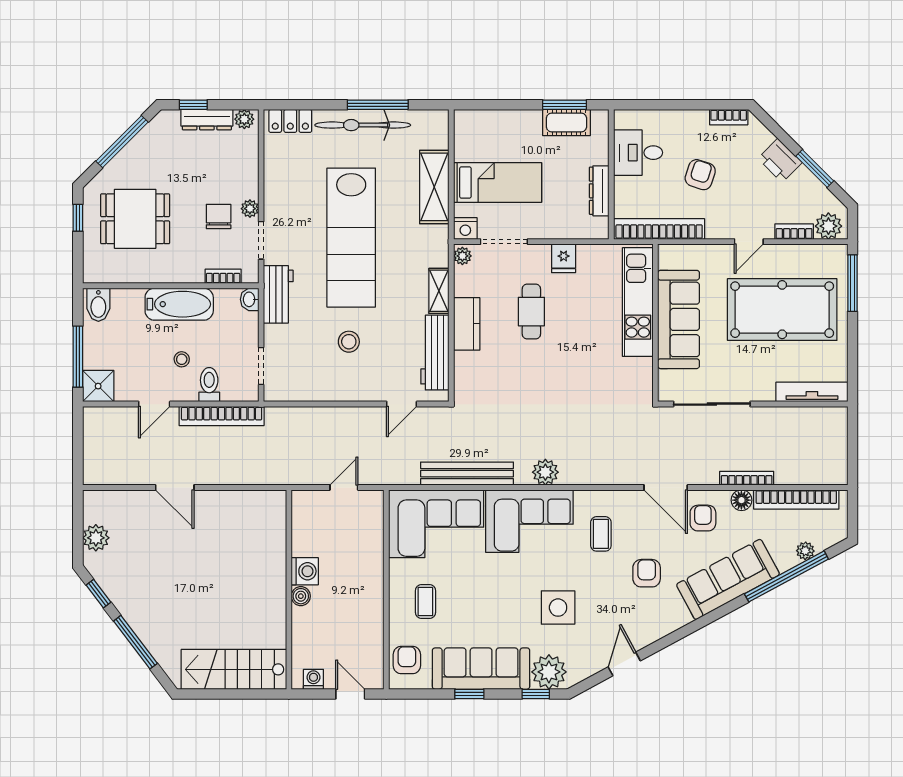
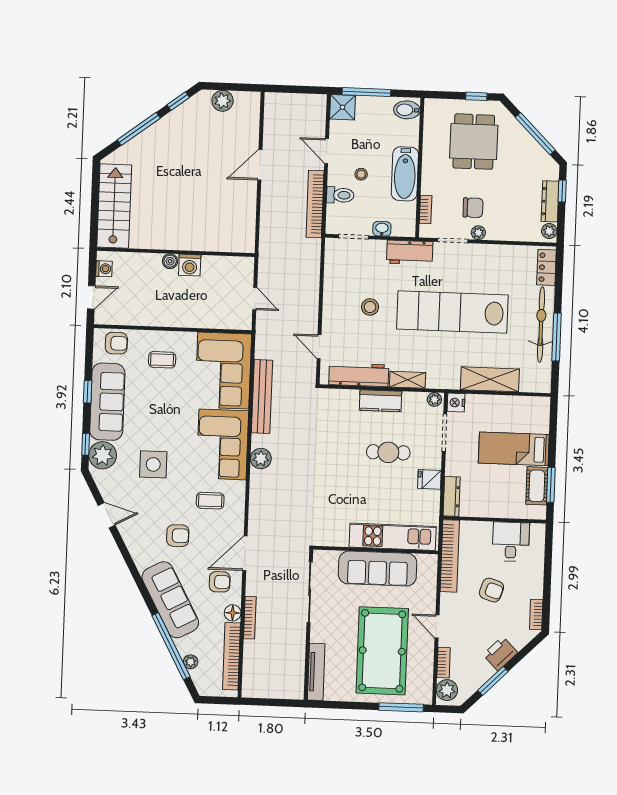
bed: (498, 182) -> (514, 449), moved, turned 90
dresser: (599, 191) -> (452, 496), moved, turned 90
washbasin: (250, 299) -> (382, 229), moved

